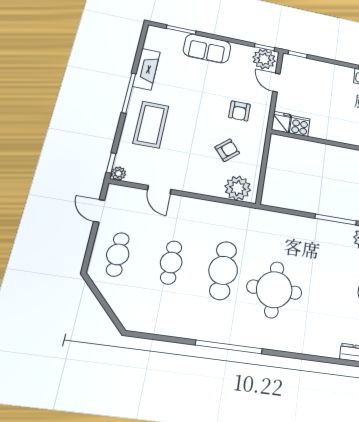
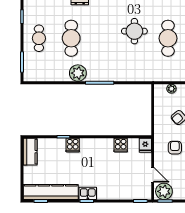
cooker: (300, 126) -> (121, 145), moved
plant: (238, 188) -> (171, 89), width x0.53, depth x0.53
round table: (274, 290) -> (134, 31), width x0.73, depth x0.73

